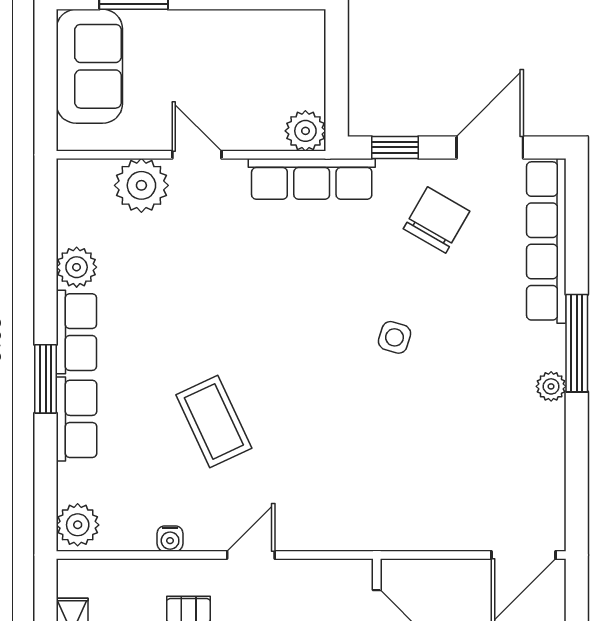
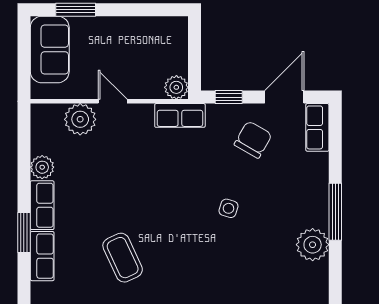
row of seats: (312, 179) -> (180, 115), width x0.68
row of seats: (546, 241) -> (317, 127), width x0.50
plant: (551, 386) -> (313, 245), width x1.88, depth x1.88

